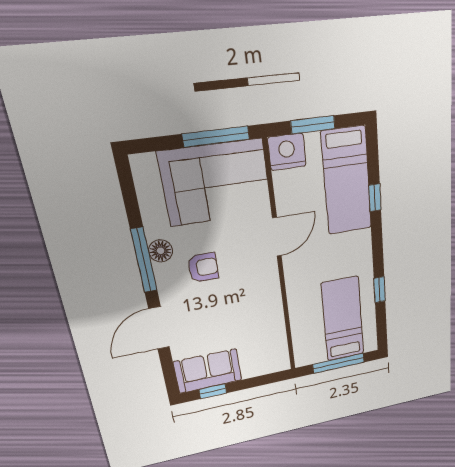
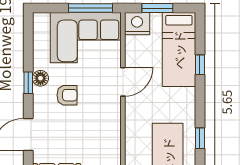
window: (144, 260) -> (28, 83), width x0.46

